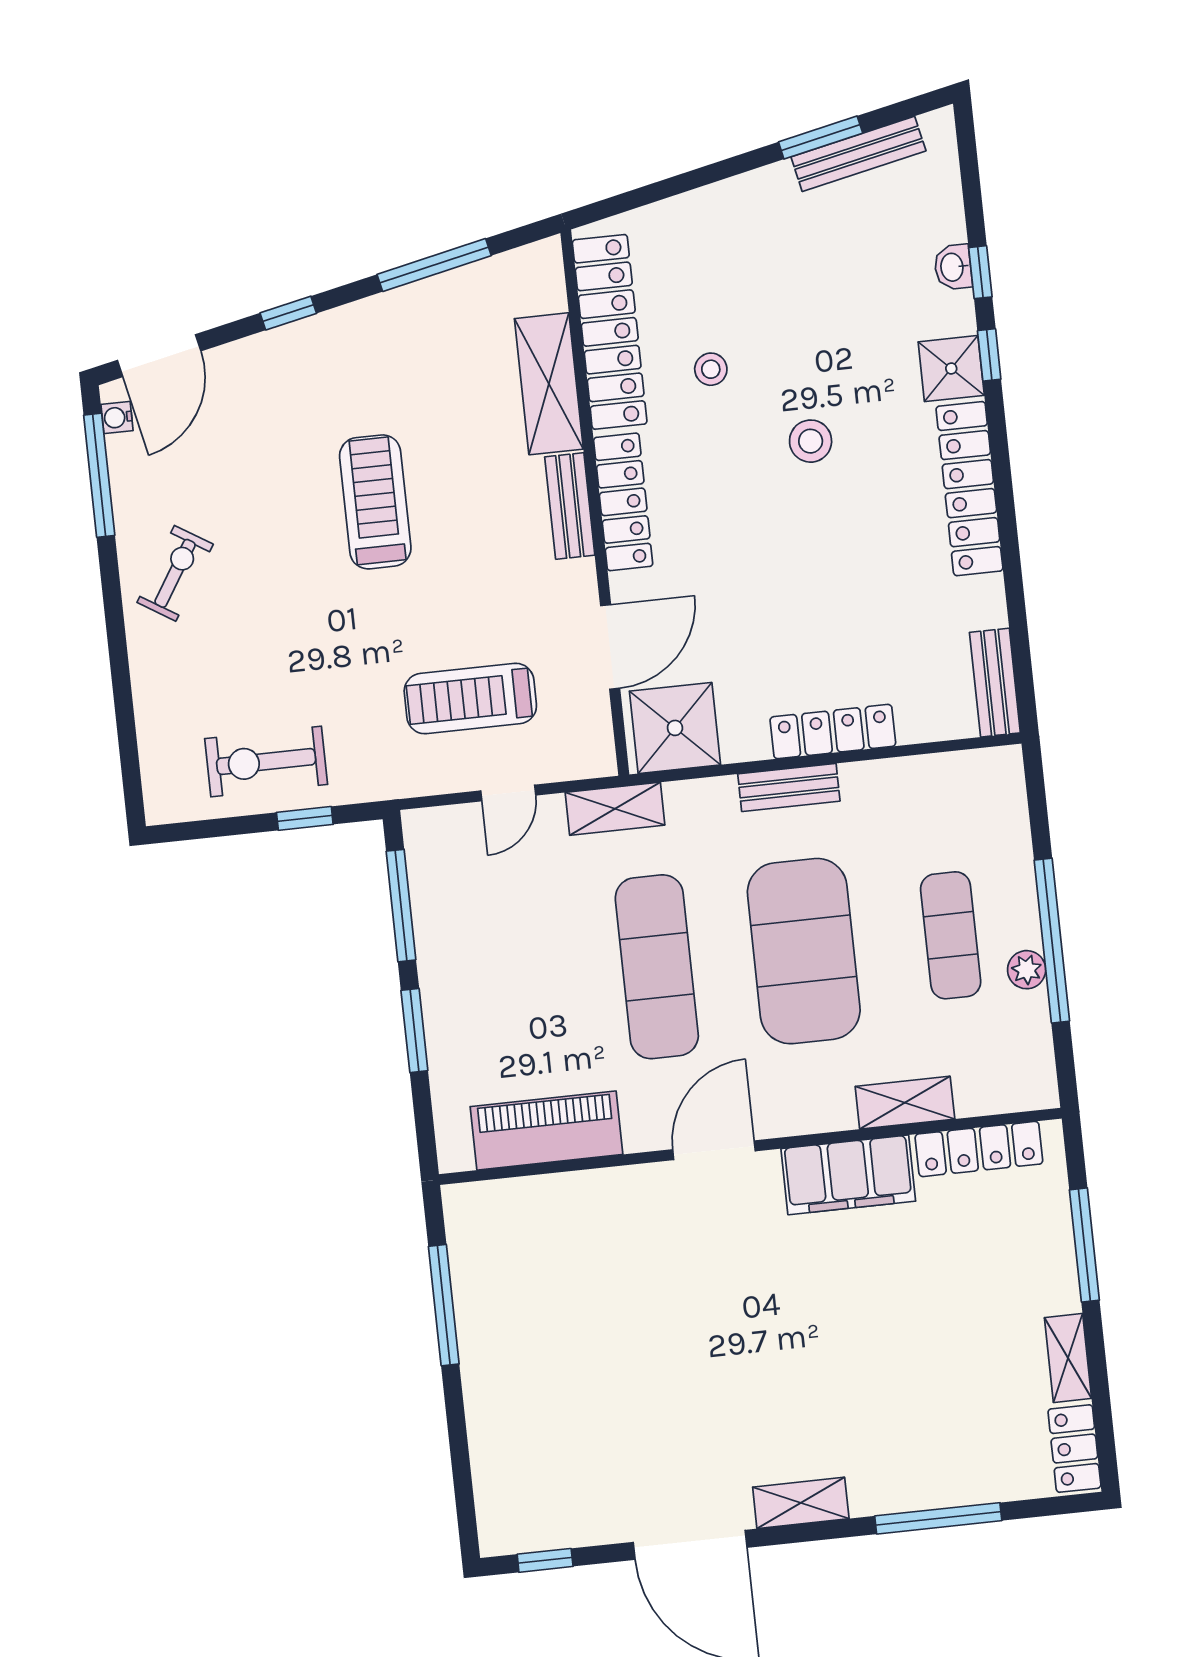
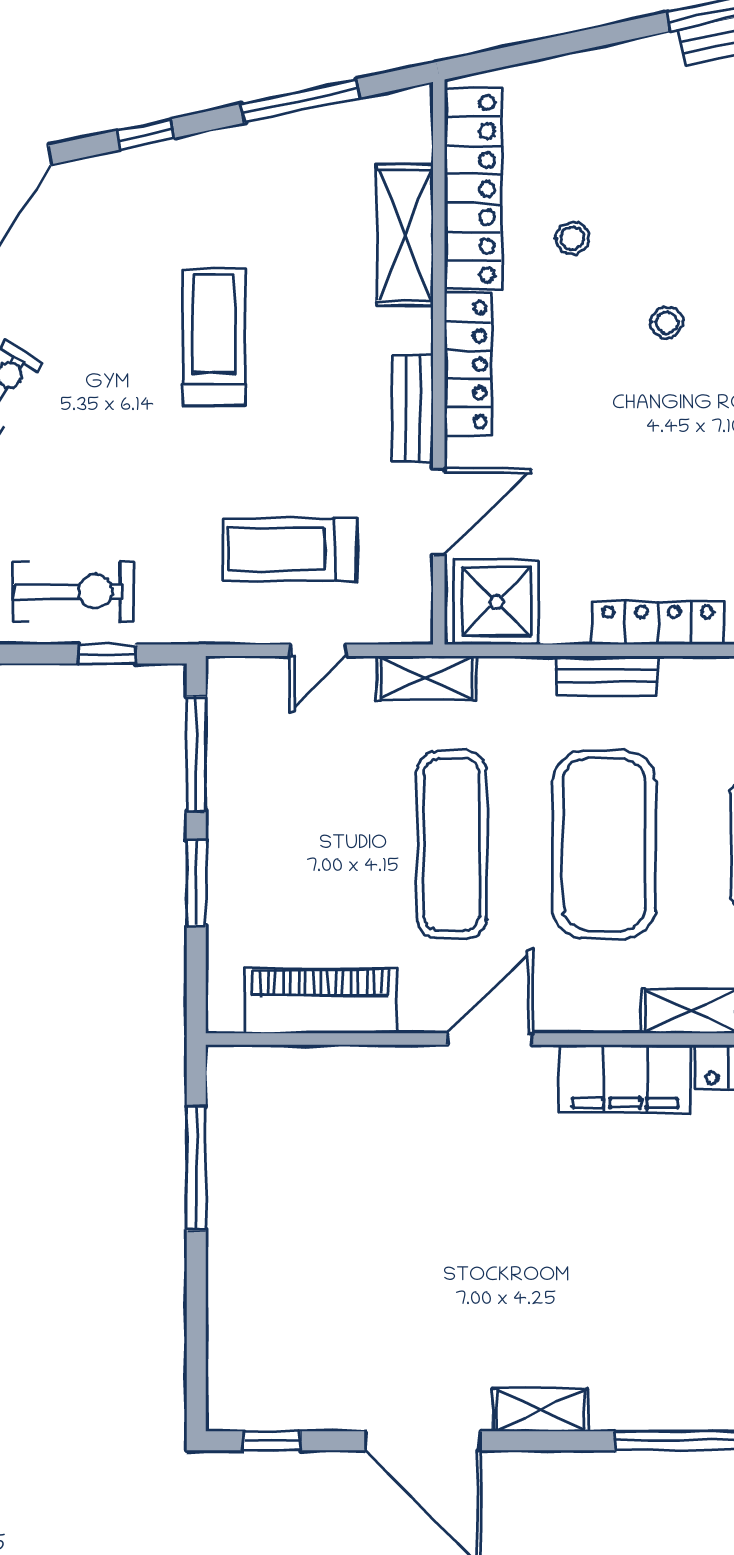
stool: (811, 441) -> (667, 323), width x0.73, depth x0.73
bench: (570, 506) -> (413, 409), moved
exercise bike: (266, 761) -> (74, 591), turned 180

